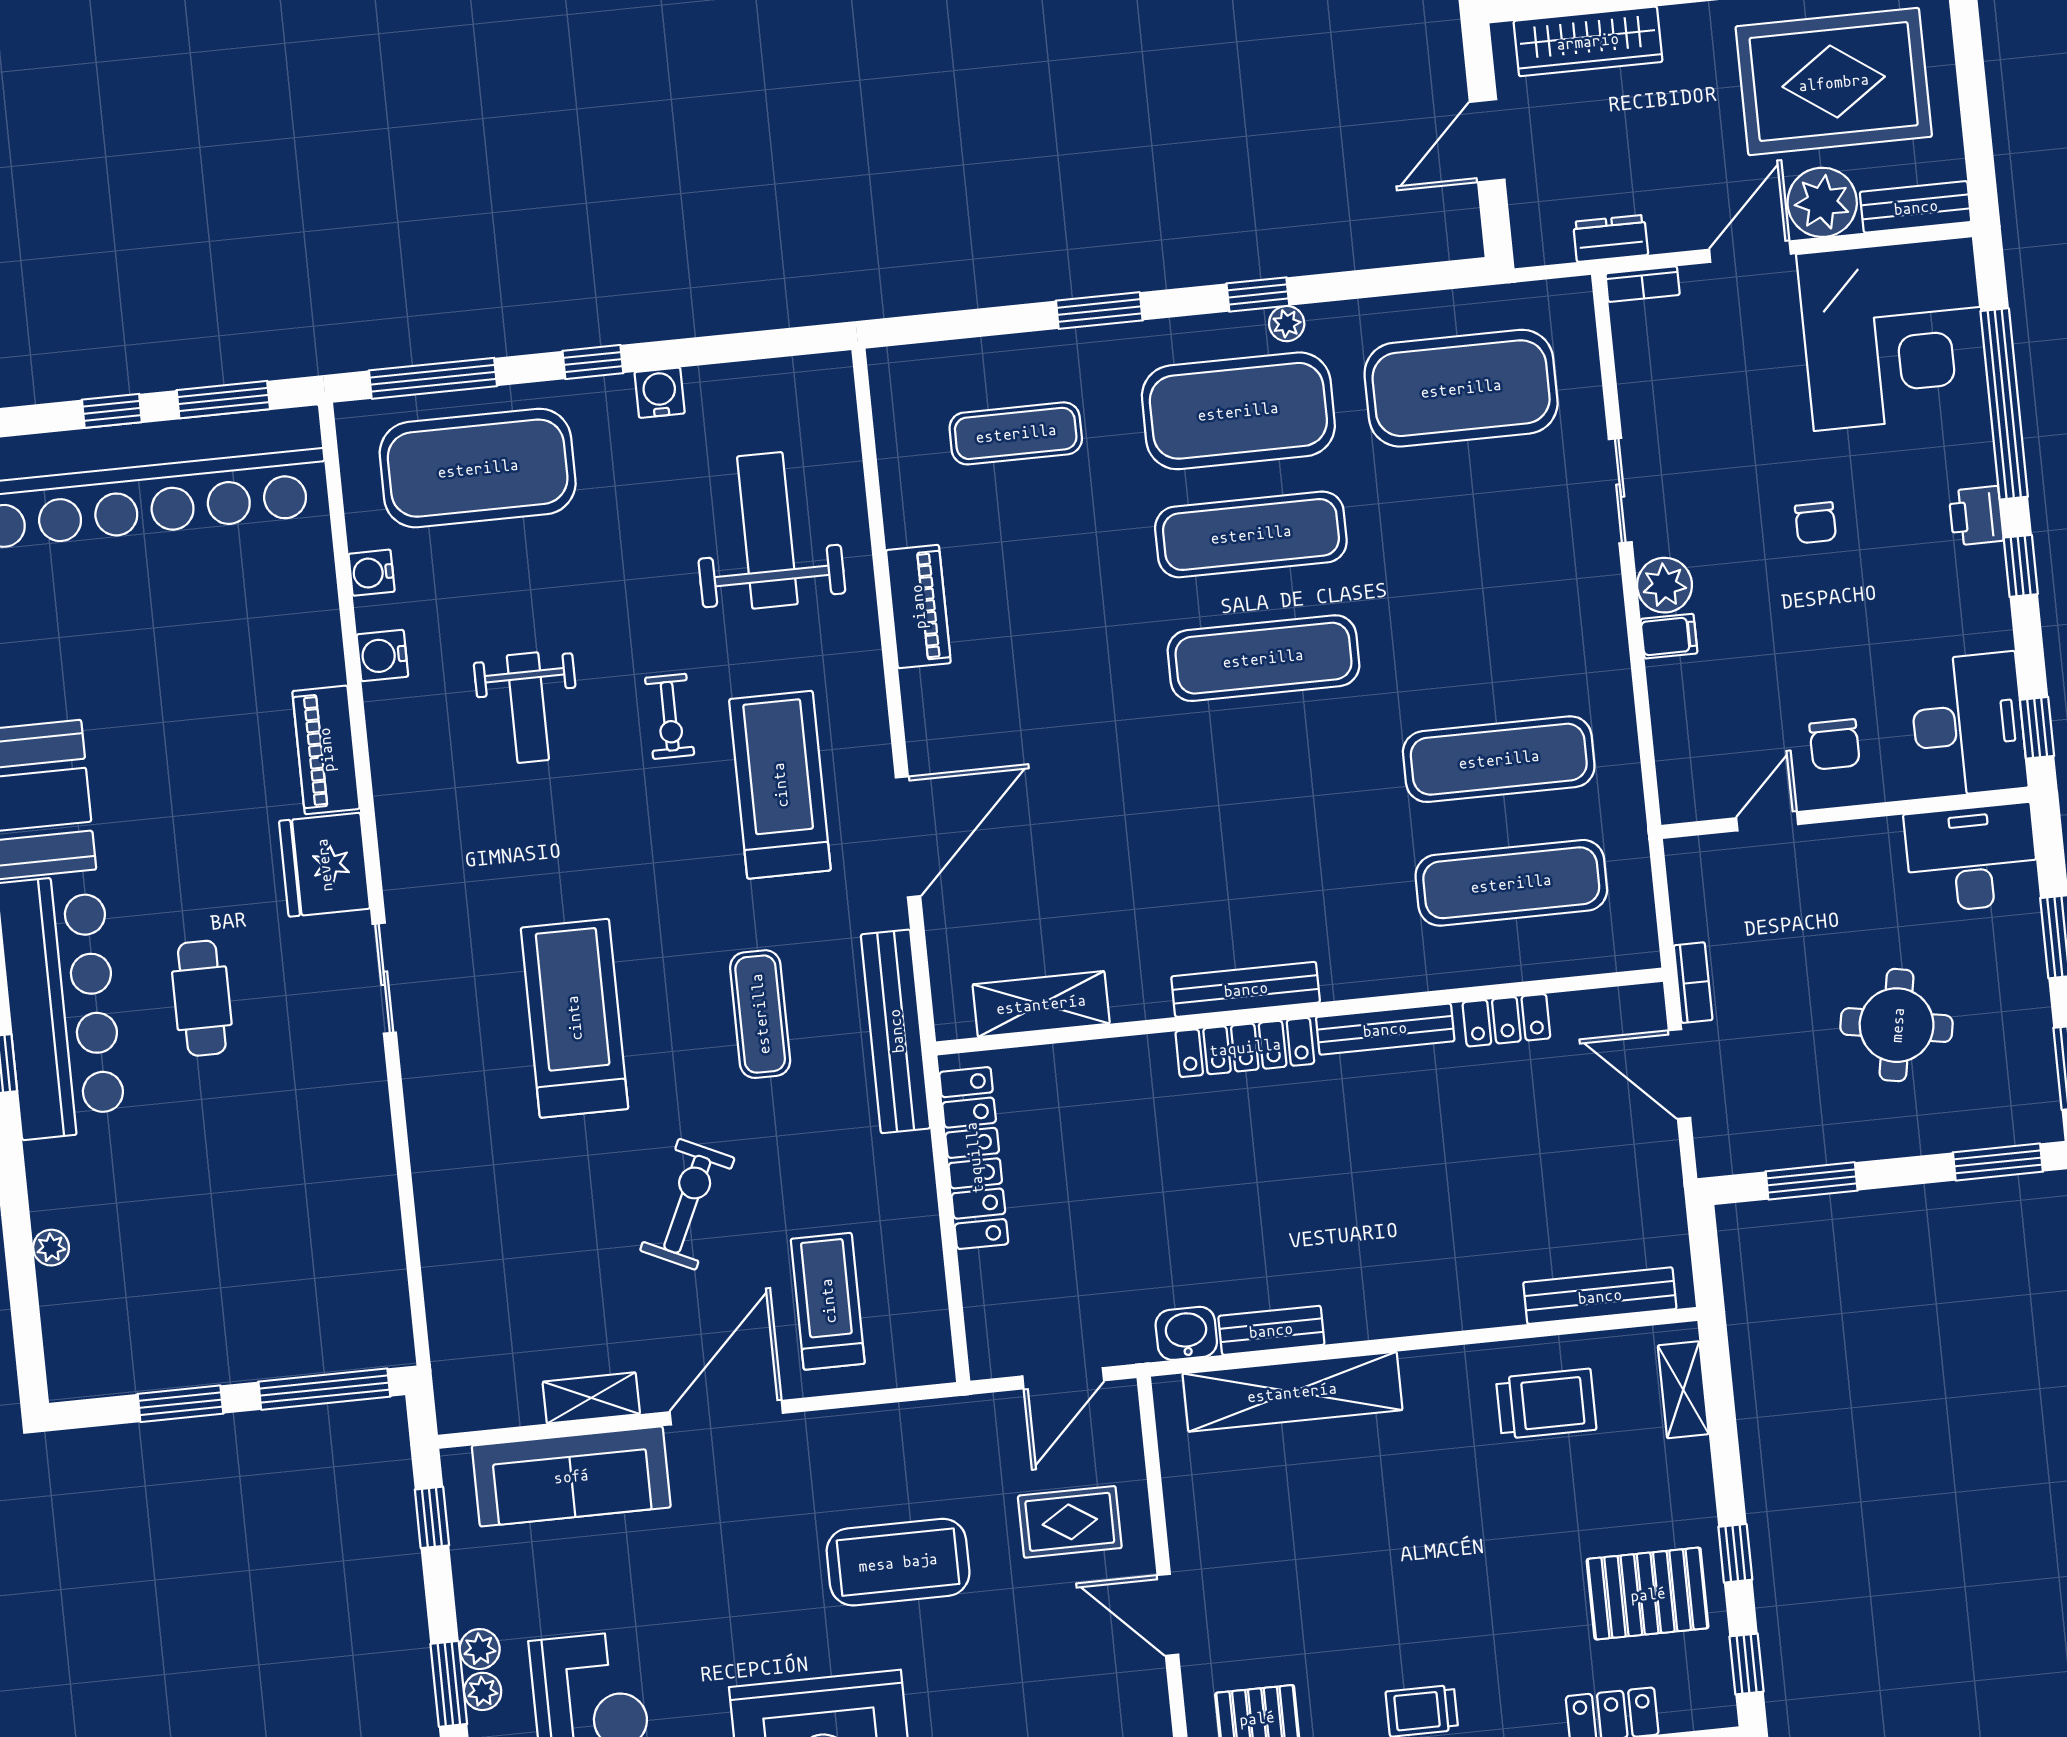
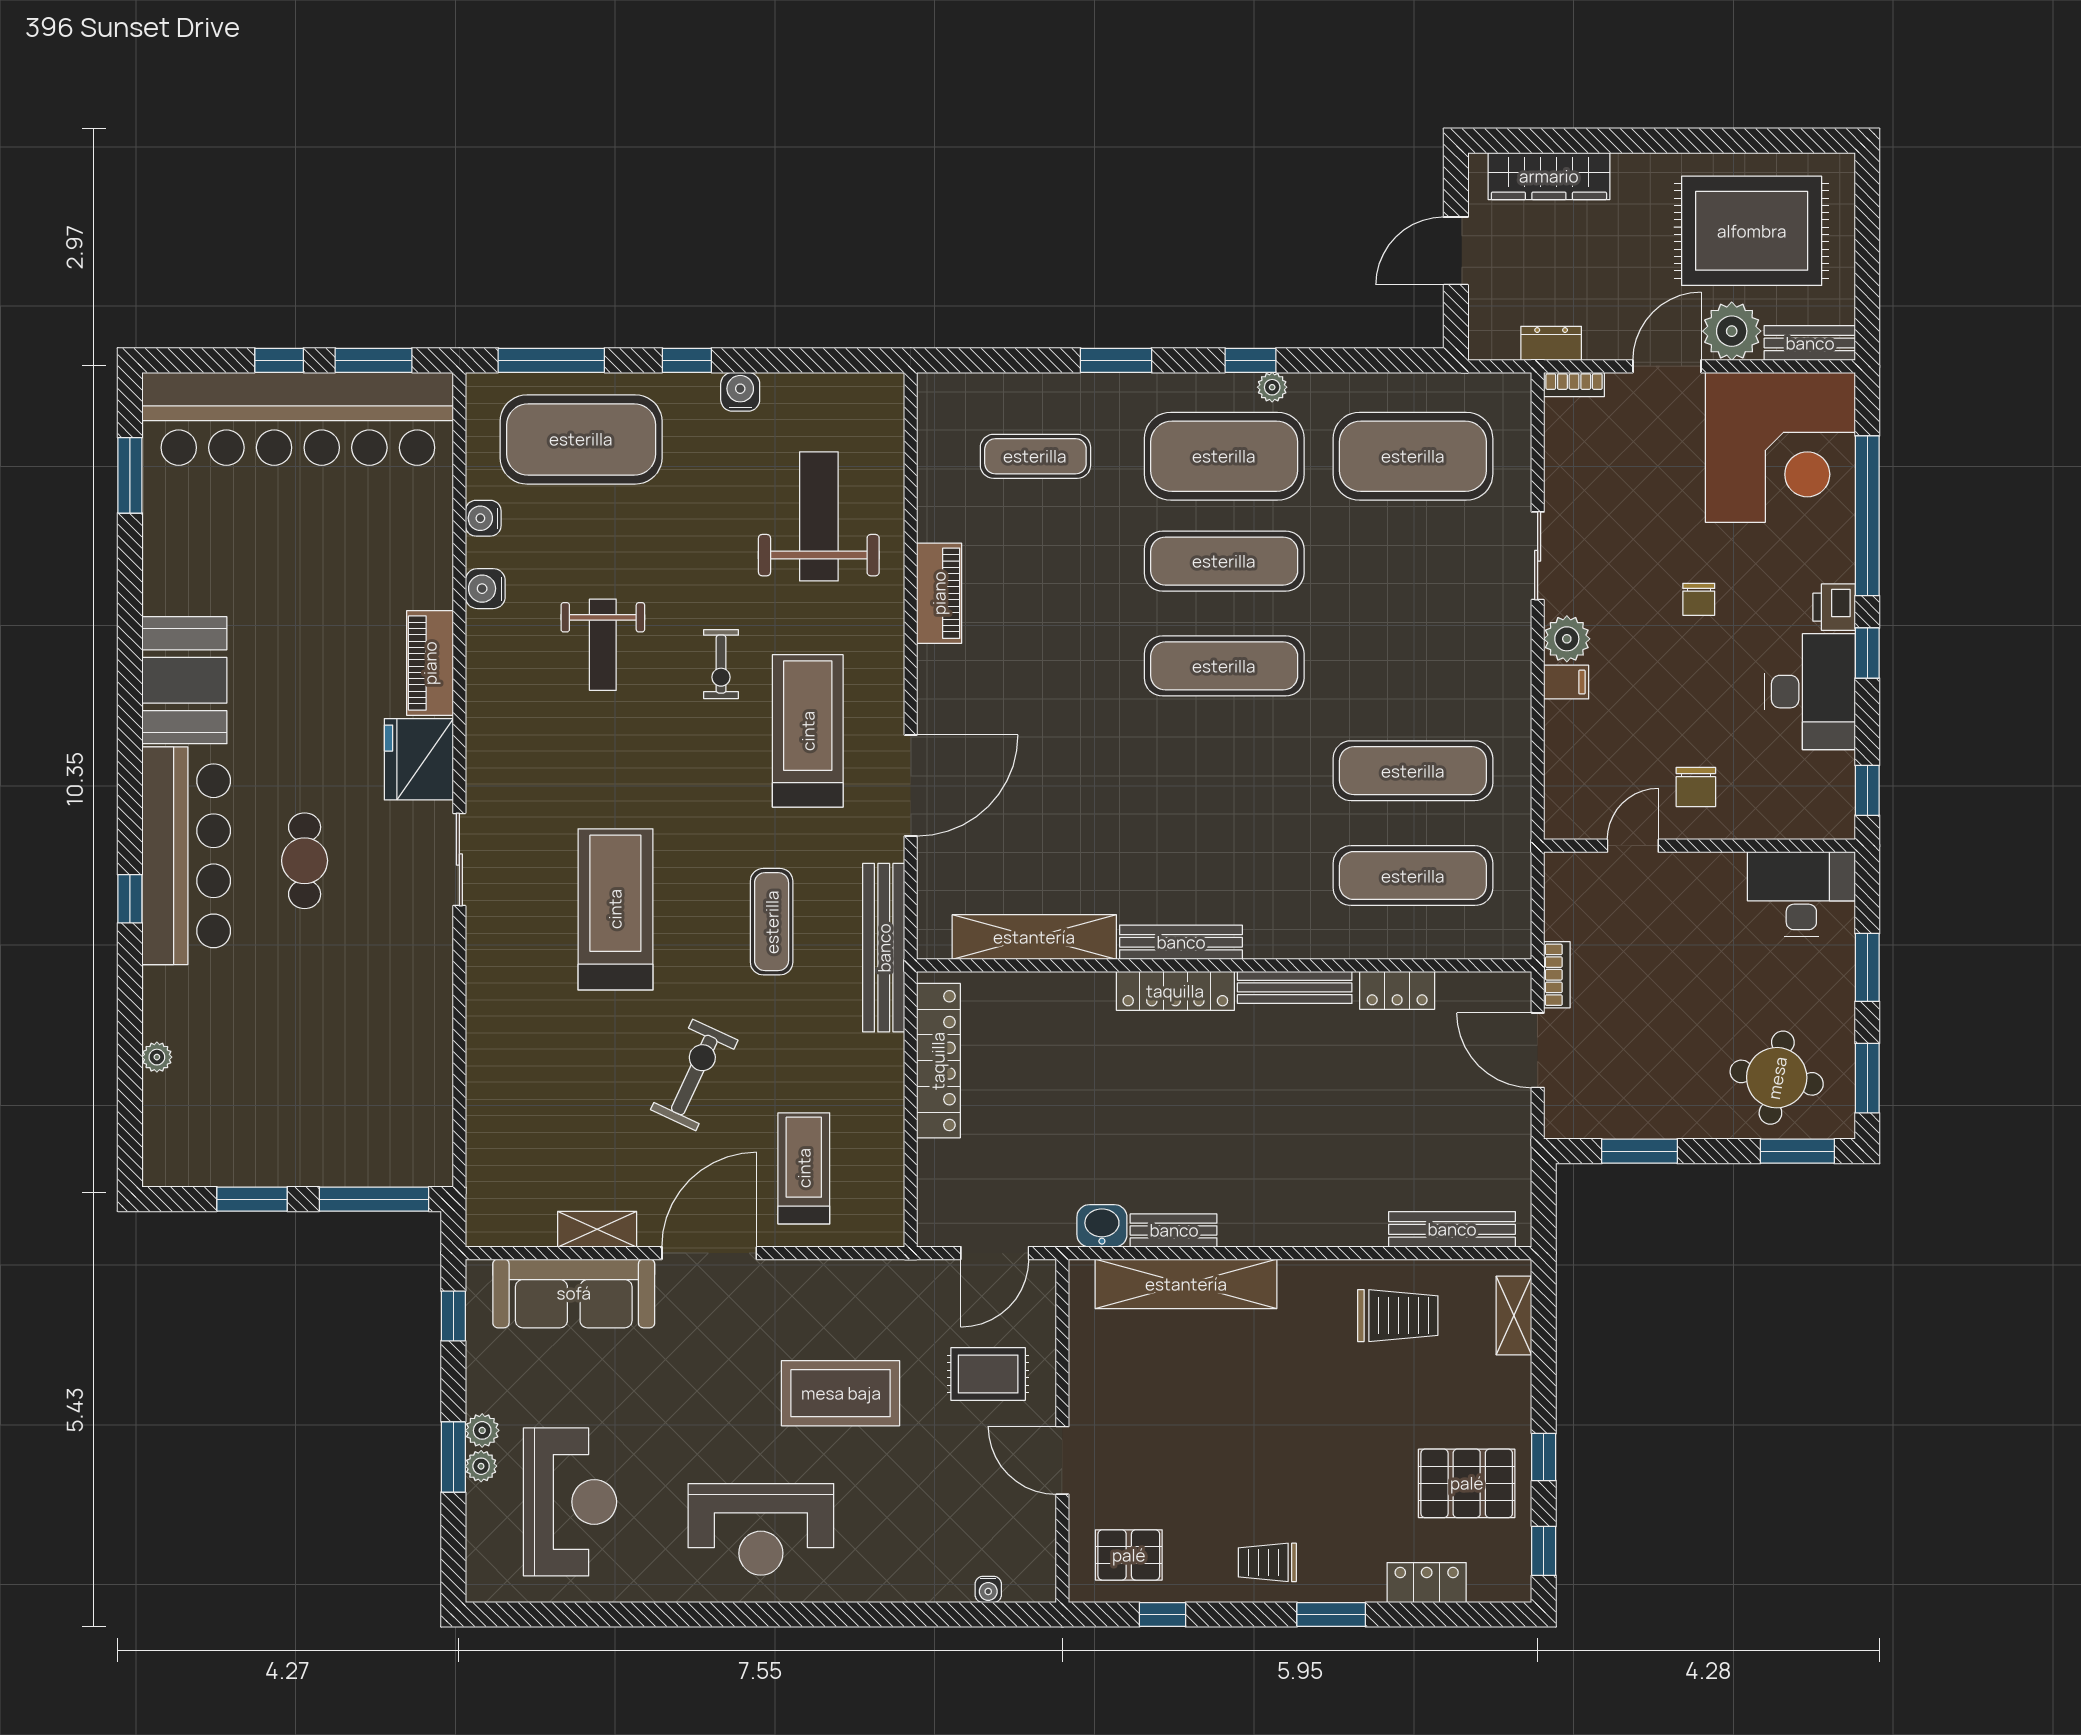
desk: (1968, 725) -> (1810, 692), moved
shelving: (1041, 1004) -> (1034, 937), width x1.47
round table: (1897, 1025) -> (1777, 1078), moved

